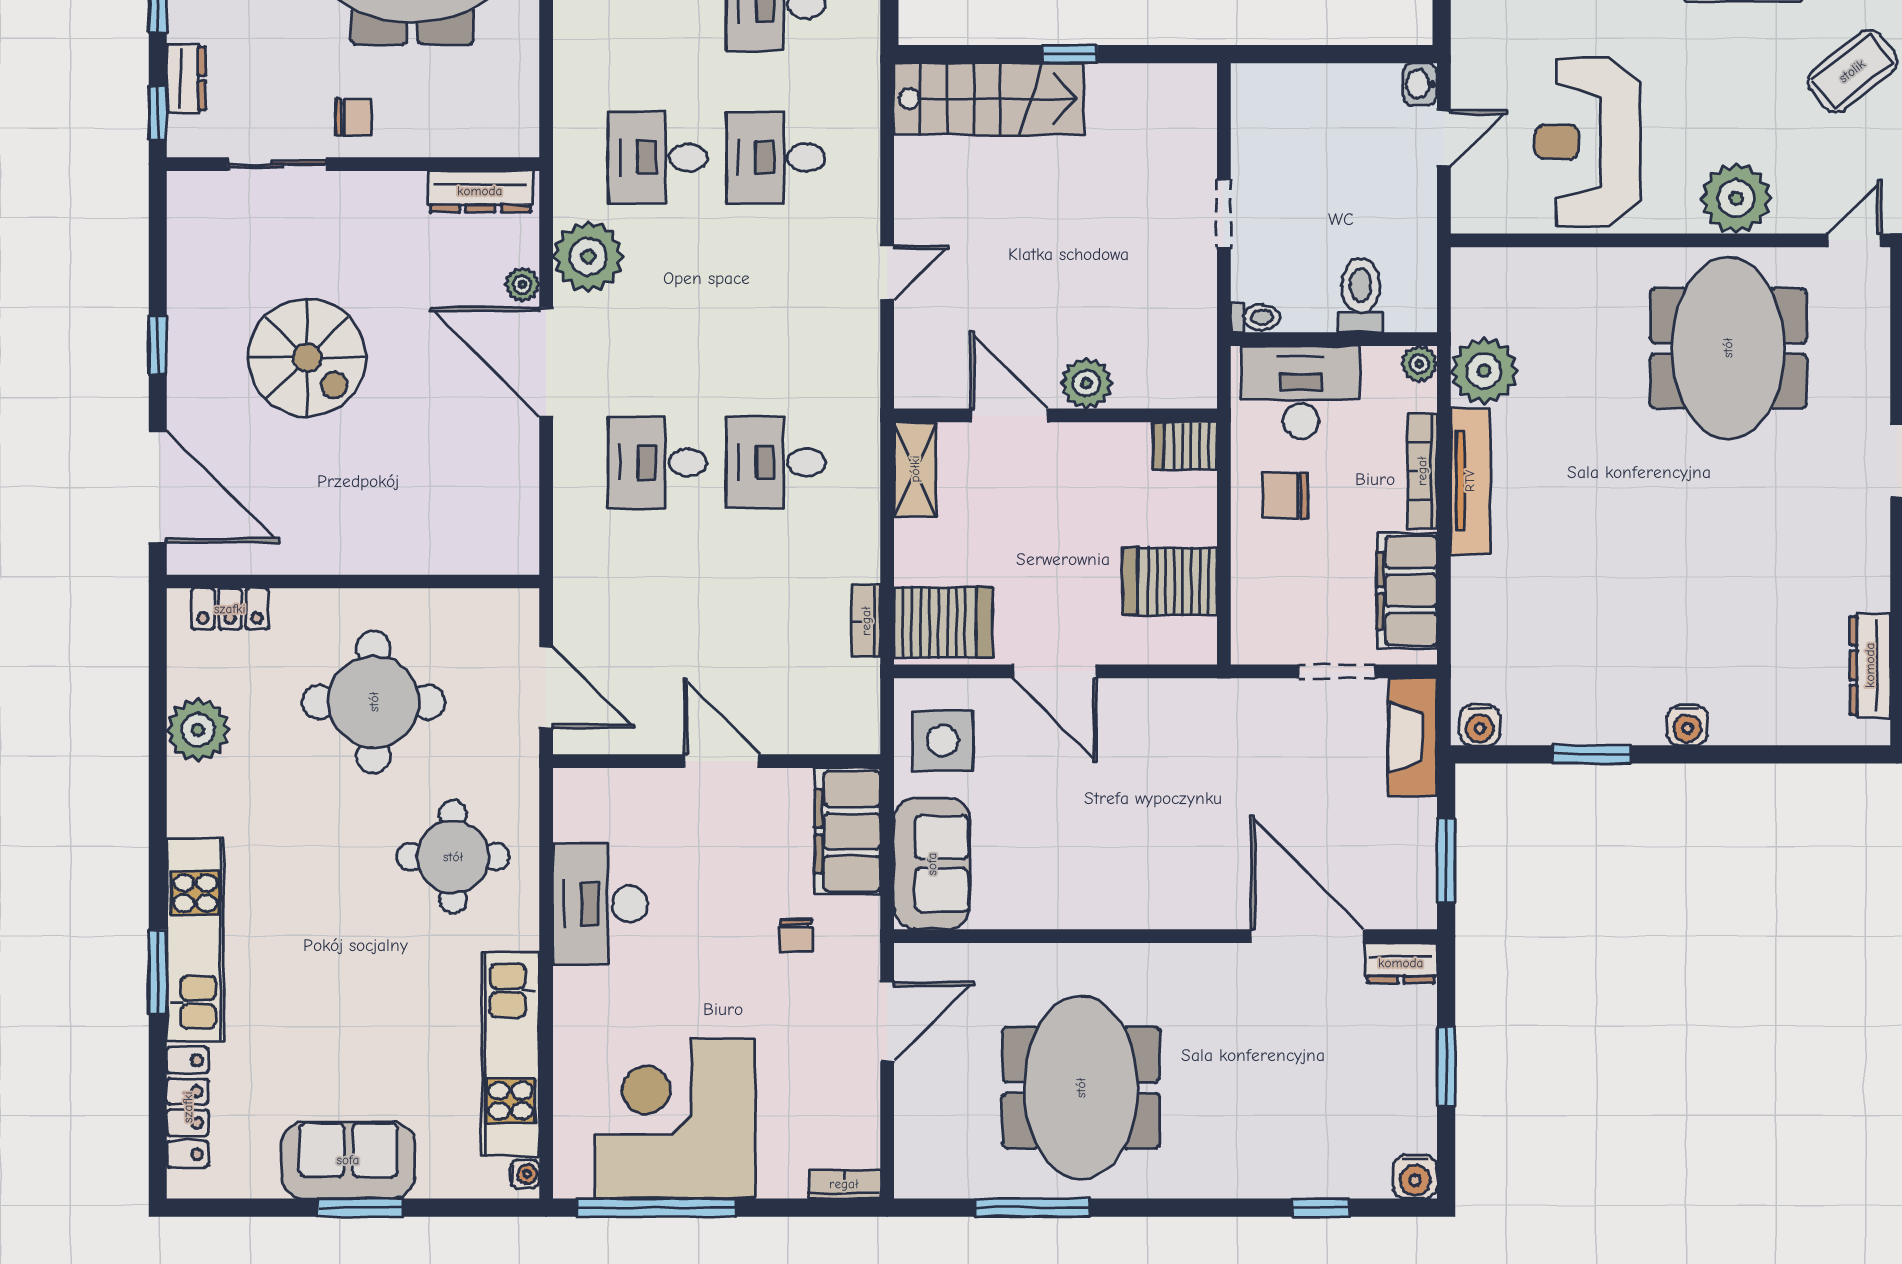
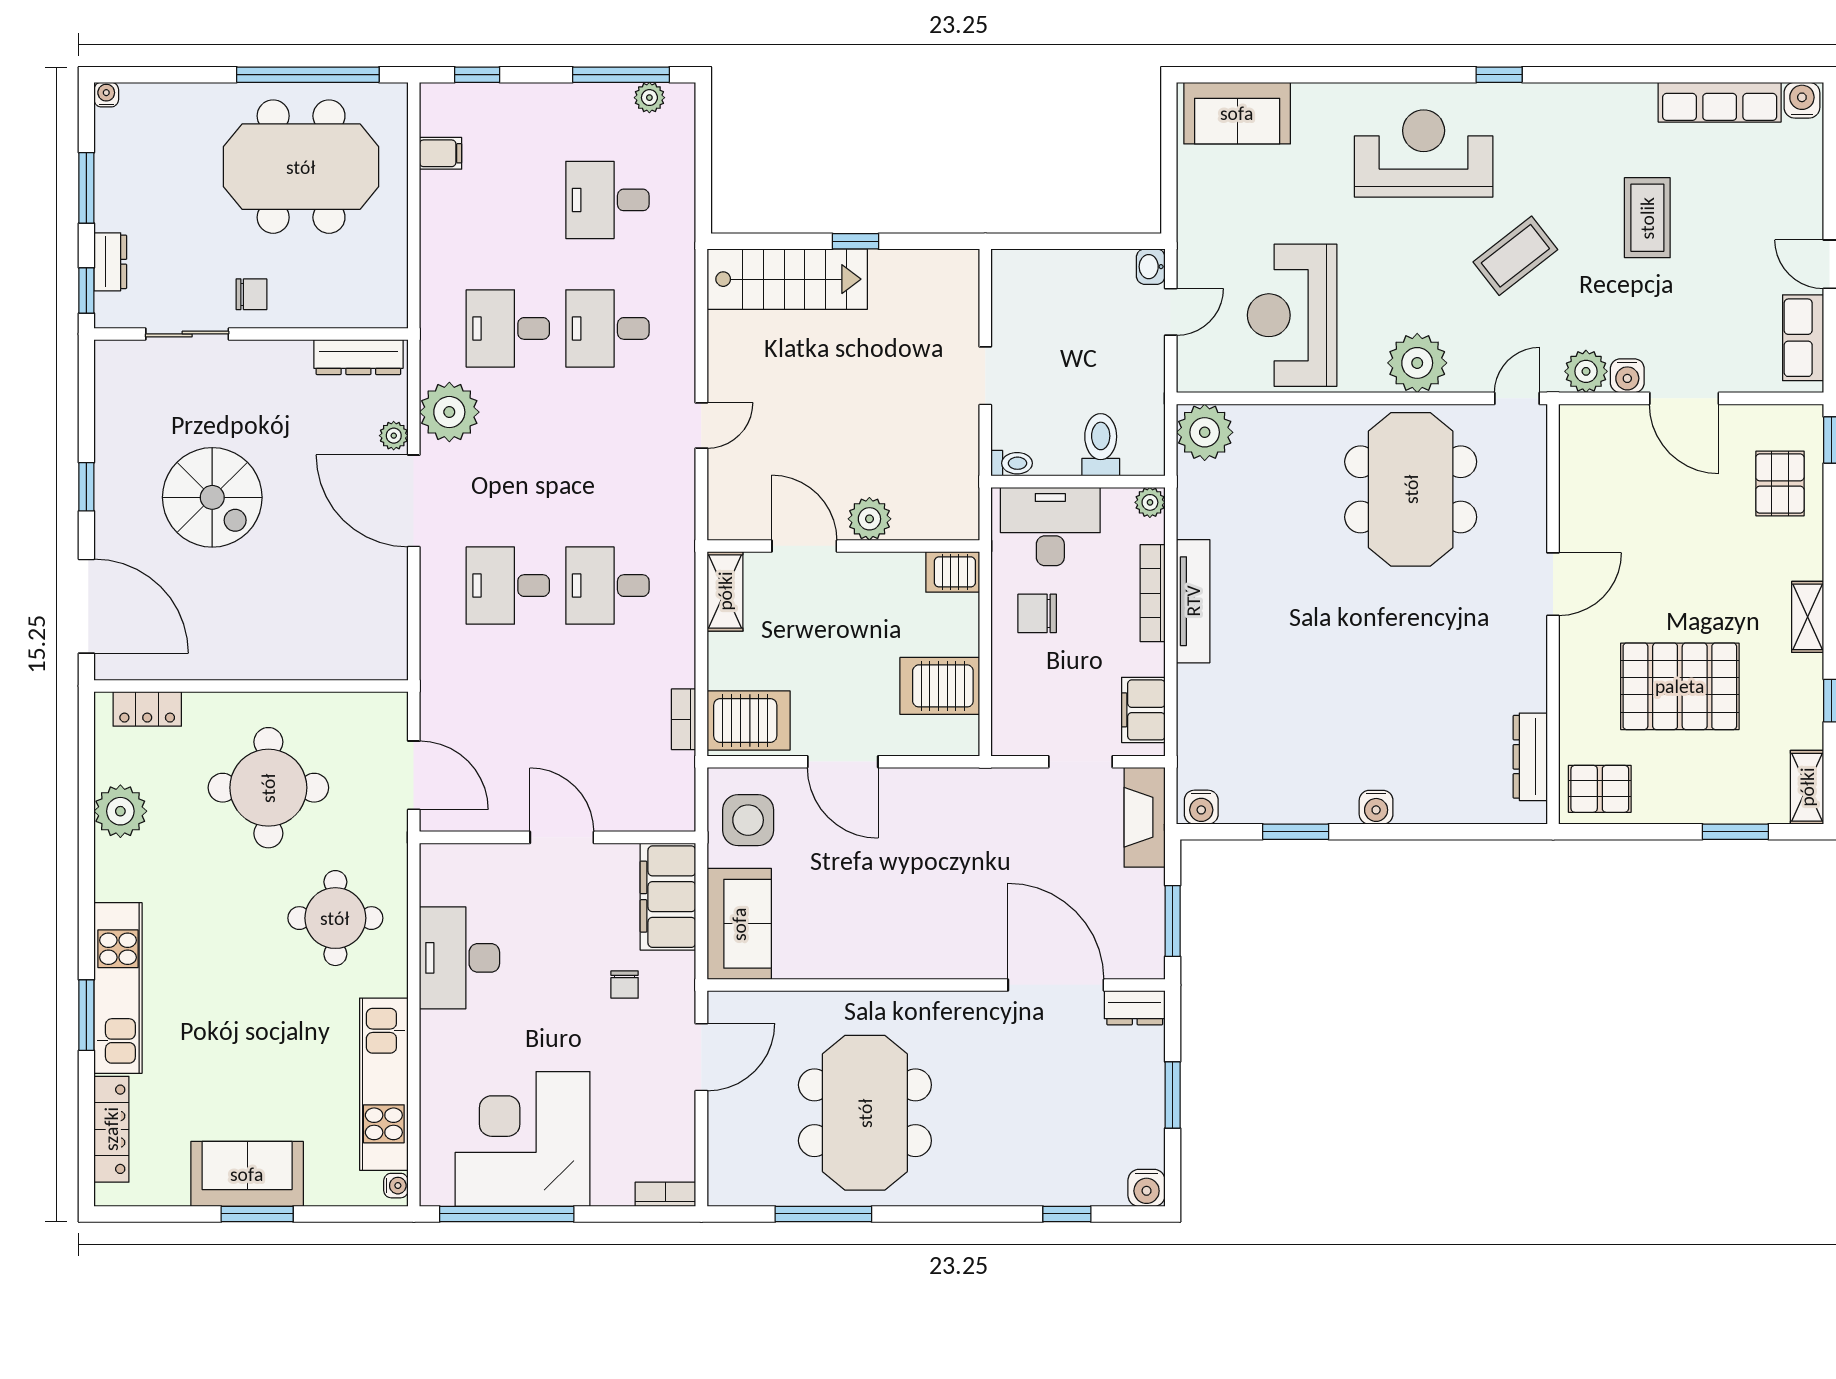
plant: (1484, 371) -> (1205, 432), moved
filing cabinet: (1407, 591) -> (1143, 710), width x0.67, depth x0.86

